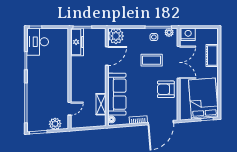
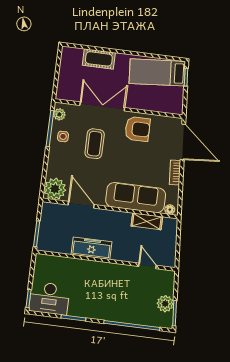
nightstand: (188, 34) -> (65, 88), removed
freezer: (77, 42) -> (92, 248), moved
armchair: (166, 89) -> (138, 129), turned -90
bed: (203, 99) -> (157, 72), width x0.67
plant: (55, 124) -> (165, 304), moved

